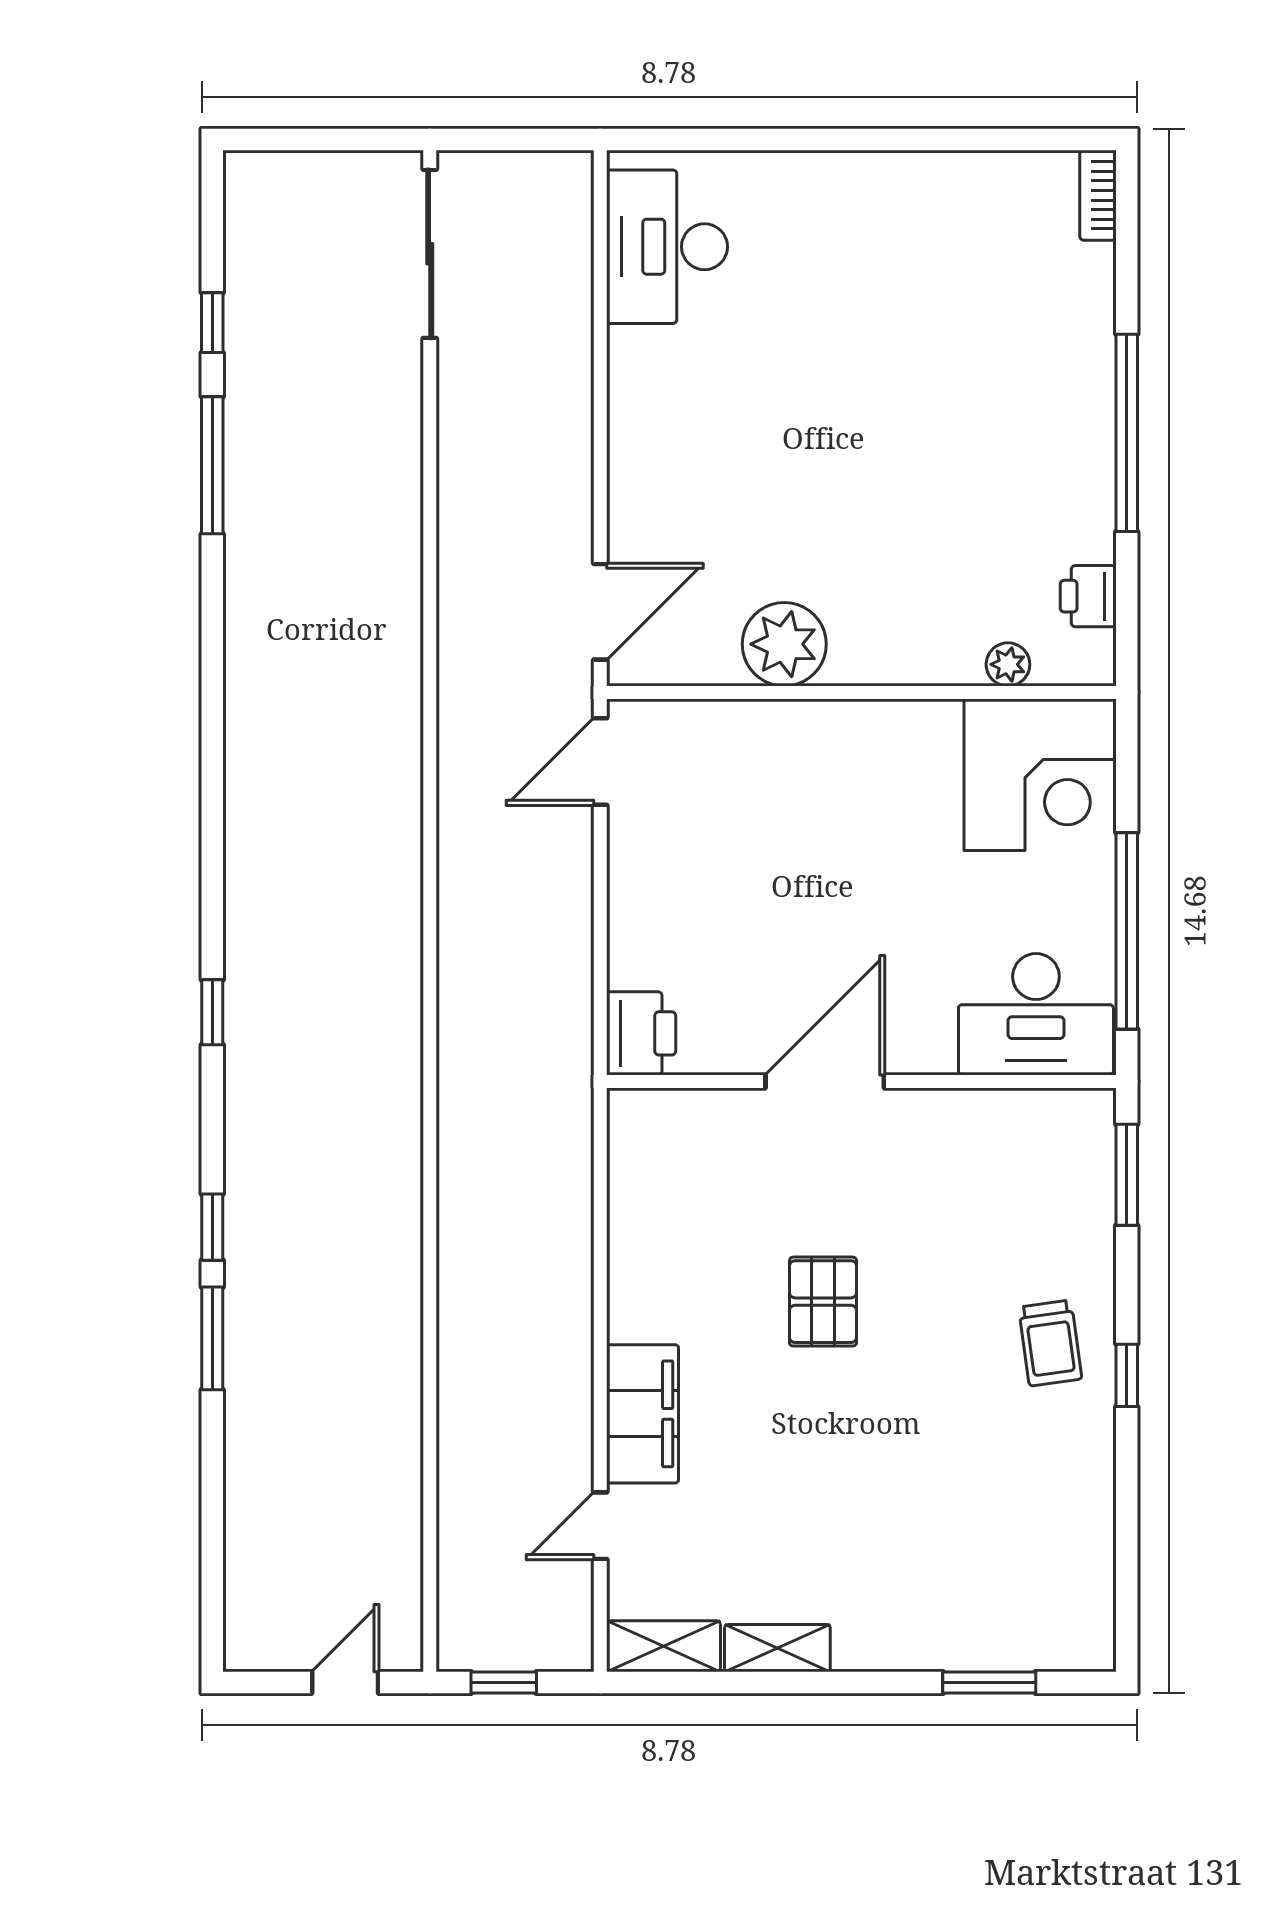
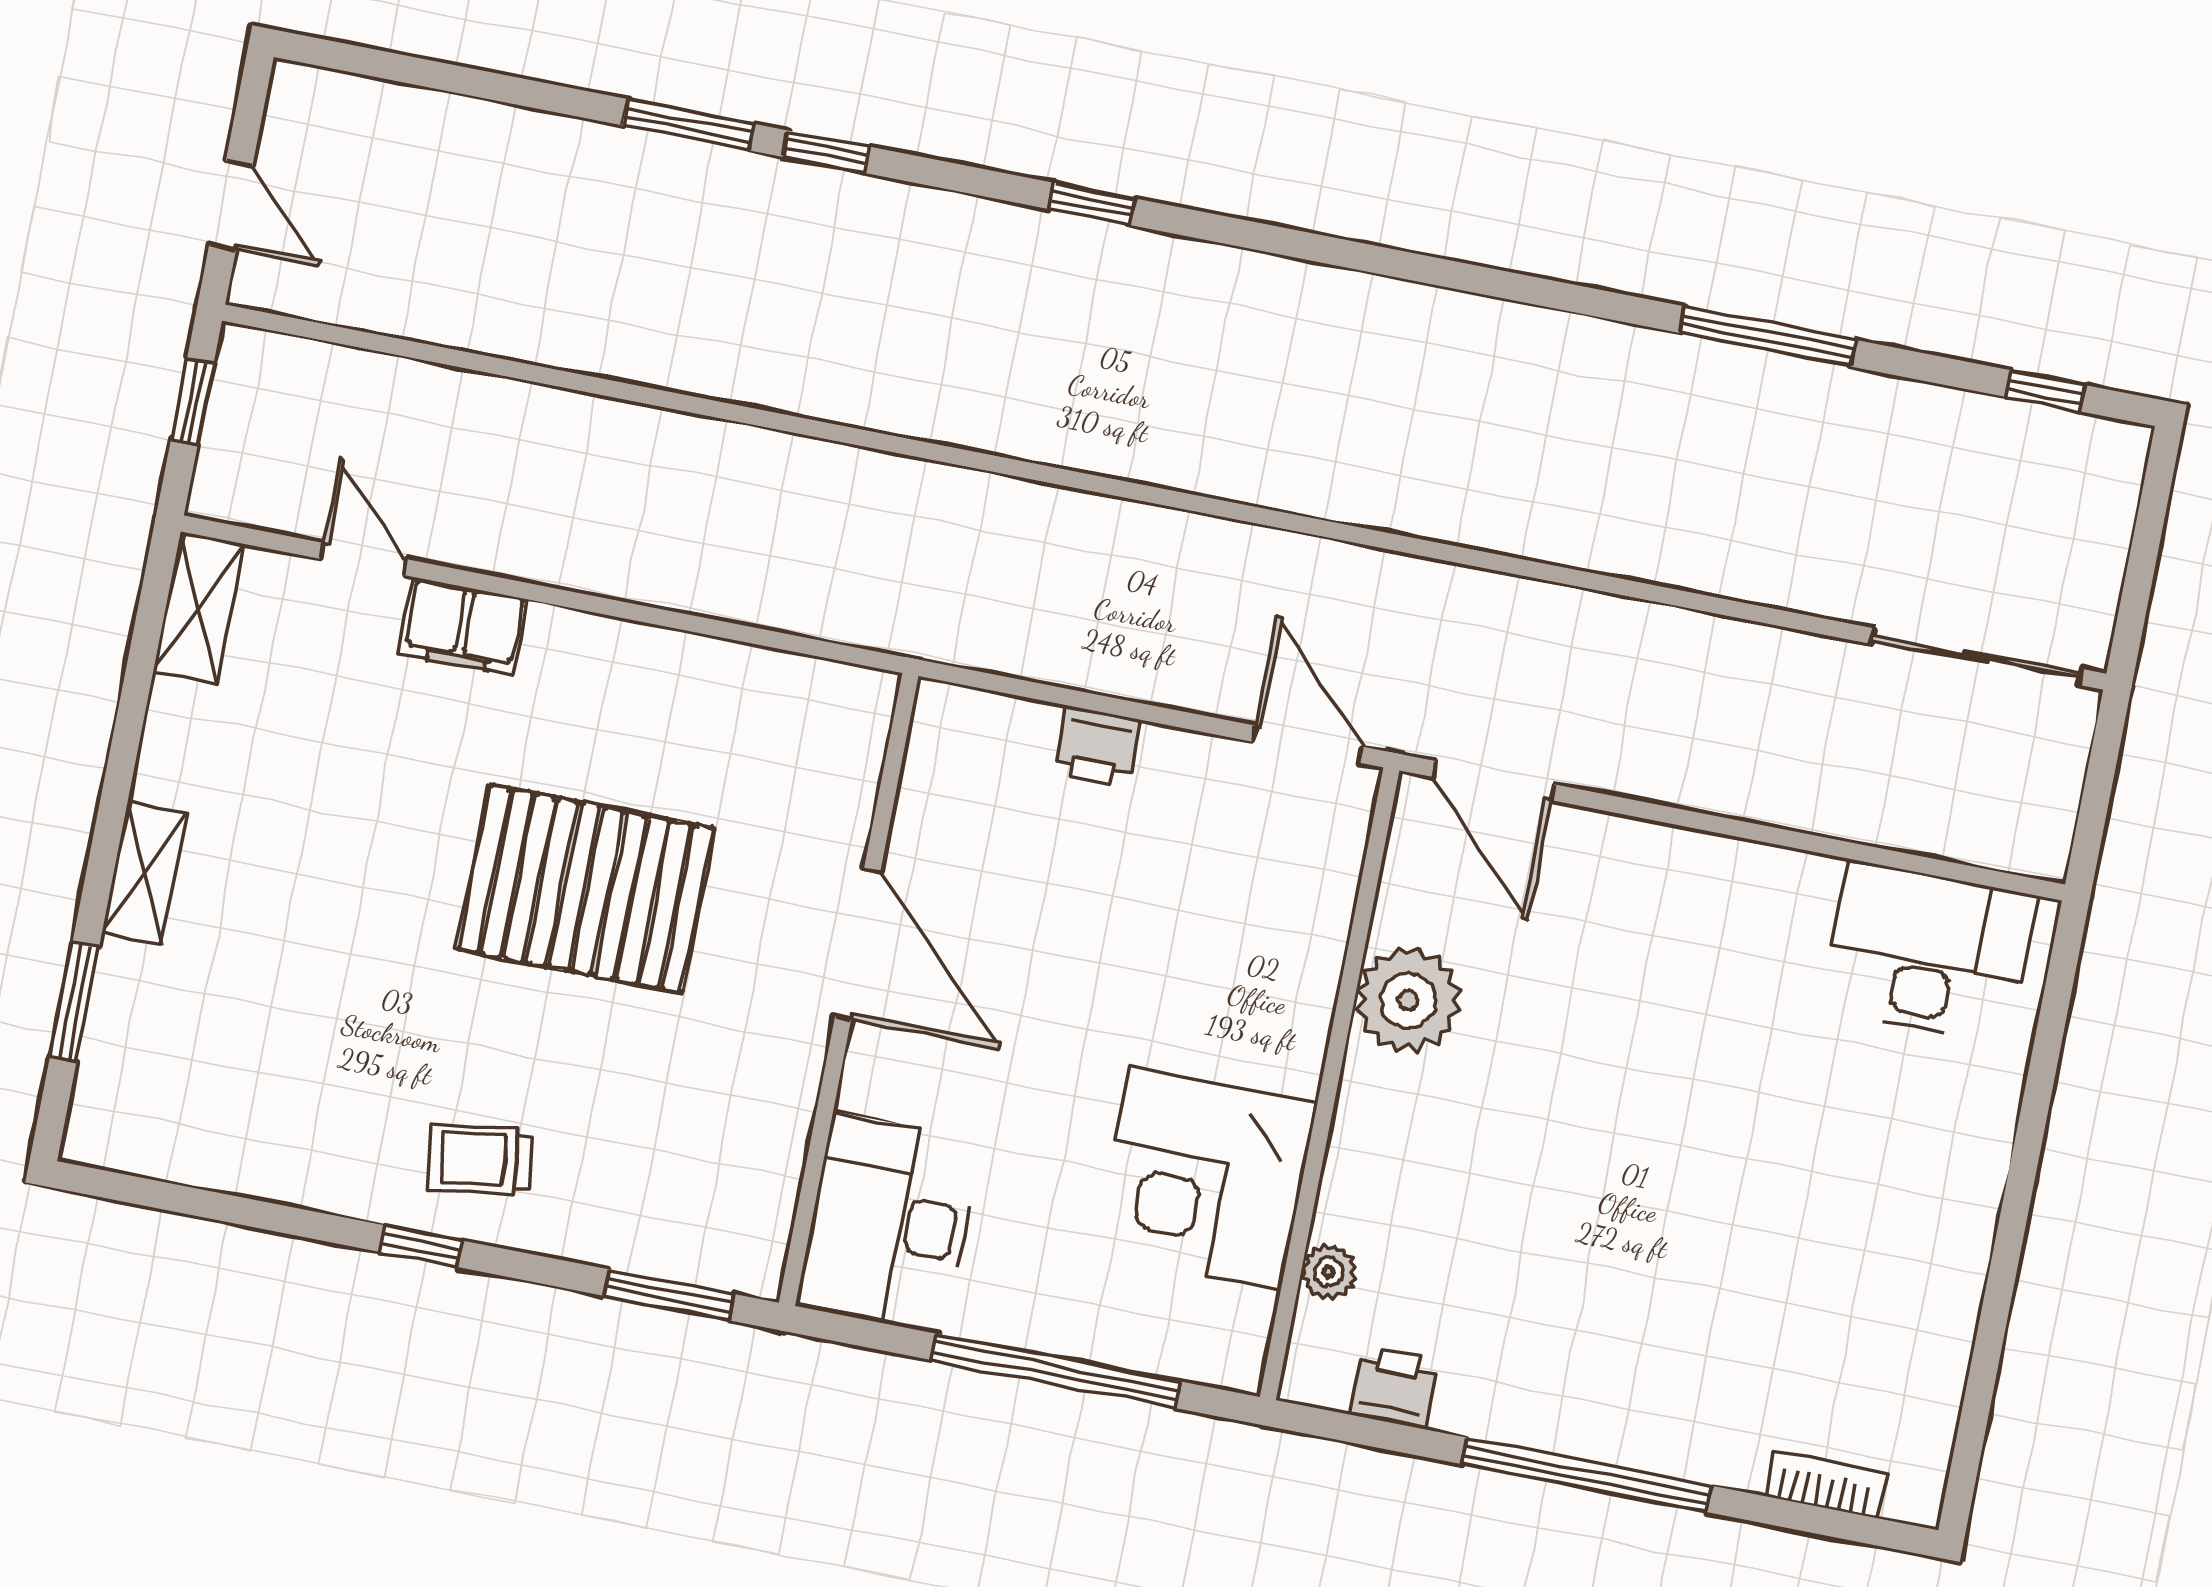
bookcase: (1098, 195) -> (1825, 1485), moved
window: (212, 323) -> (2046, 391), moved
corner desk: (1040, 775) -> (1205, 1179), moved
window: (1127, 931) -> (1056, 1371), moved
printer: (641, 1033) -> (1097, 747), moved, width x0.73, depth x0.81
pallet: (823, 1302) -> (586, 889), width x2.05, depth x2.00
filing cabinet: (643, 1414) -> (464, 626), width x0.67, depth x0.86
shelving: (777, 1648) -> (144, 873), moved

